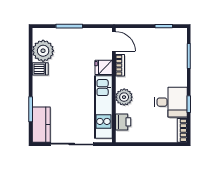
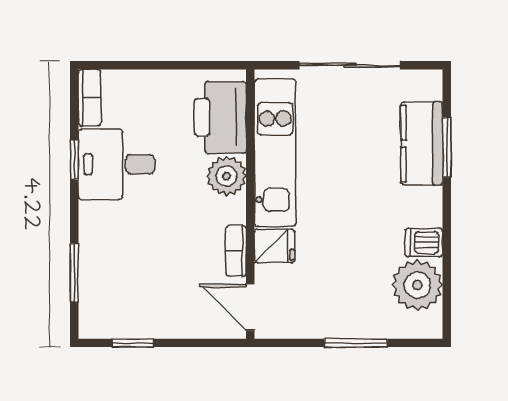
printer: (123, 122) -> (220, 117), width x1.87, depth x1.48
kitchen counter: (41, 125) -> (422, 144), moved

